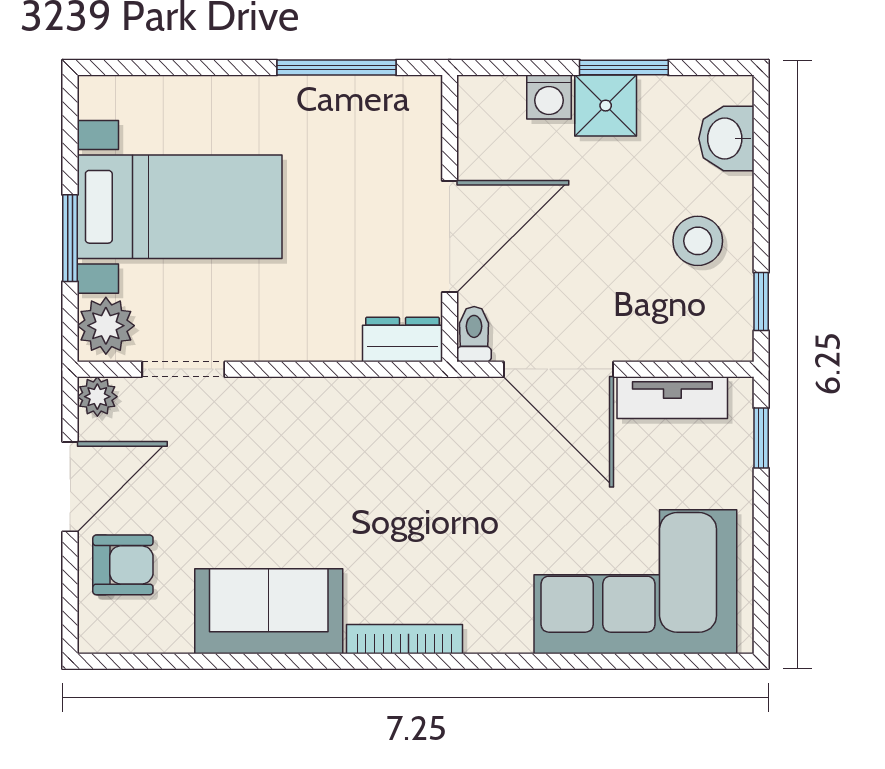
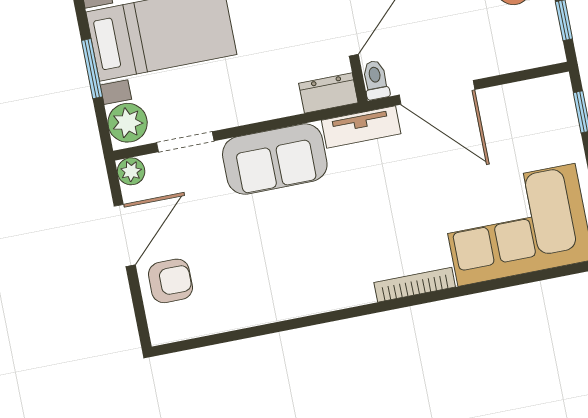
tv unit: (672, 398) -> (361, 127), moved
sofa: (269, 611) -> (275, 159), moved, turned 180
bookcase: (404, 639) -> (415, 285), moved

